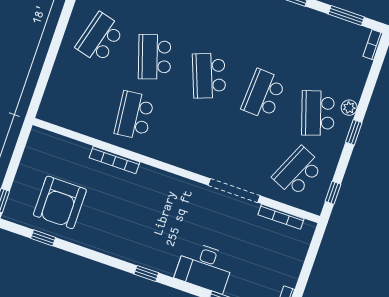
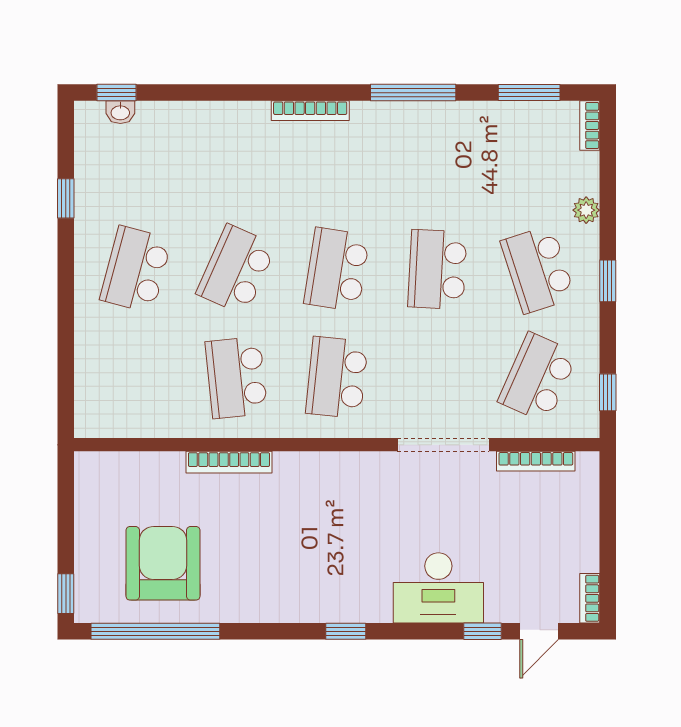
school desk: (154, 57) -> (236, 269), turned 42
school desk: (209, 76) -> (337, 269), turned 30
plant: (349, 108) -> (586, 210), moved
school desk: (189, 134) -> (337, 378), added
armchair: (60, 202) -> (163, 563), turned 180
window: (43, 238) -> (155, 631), width x3.17

